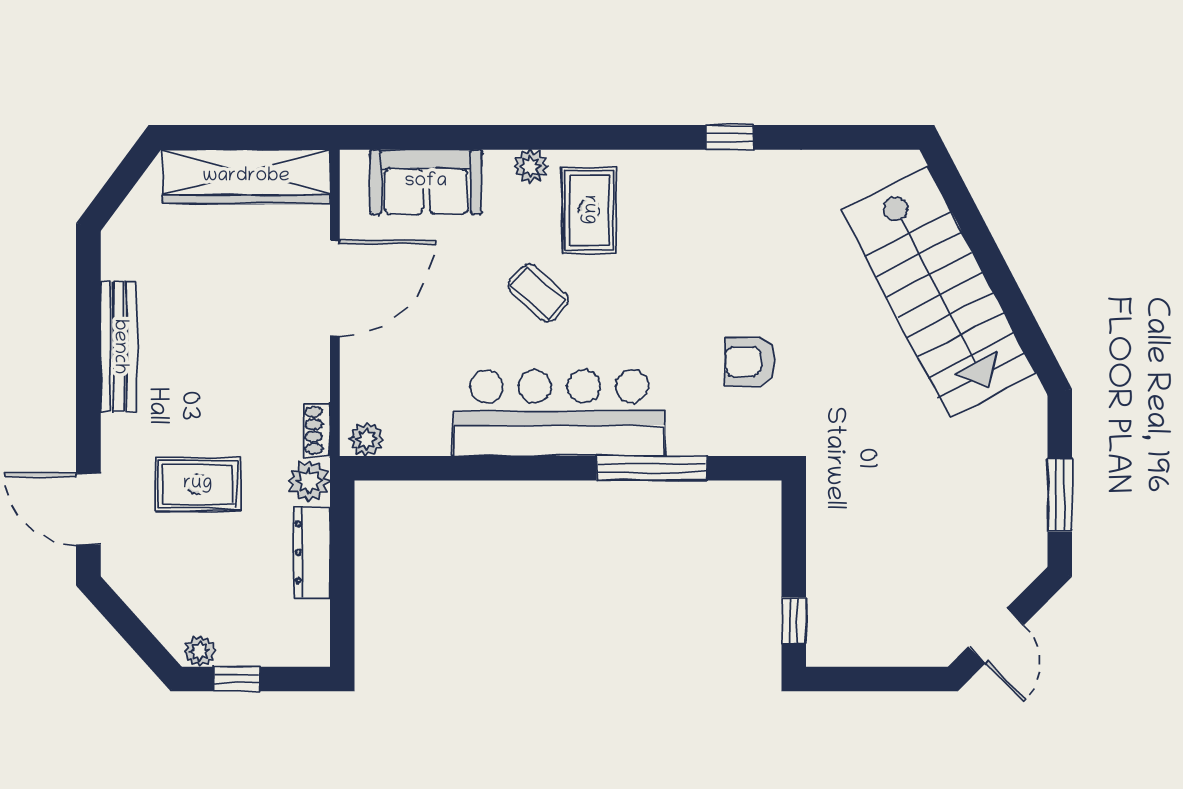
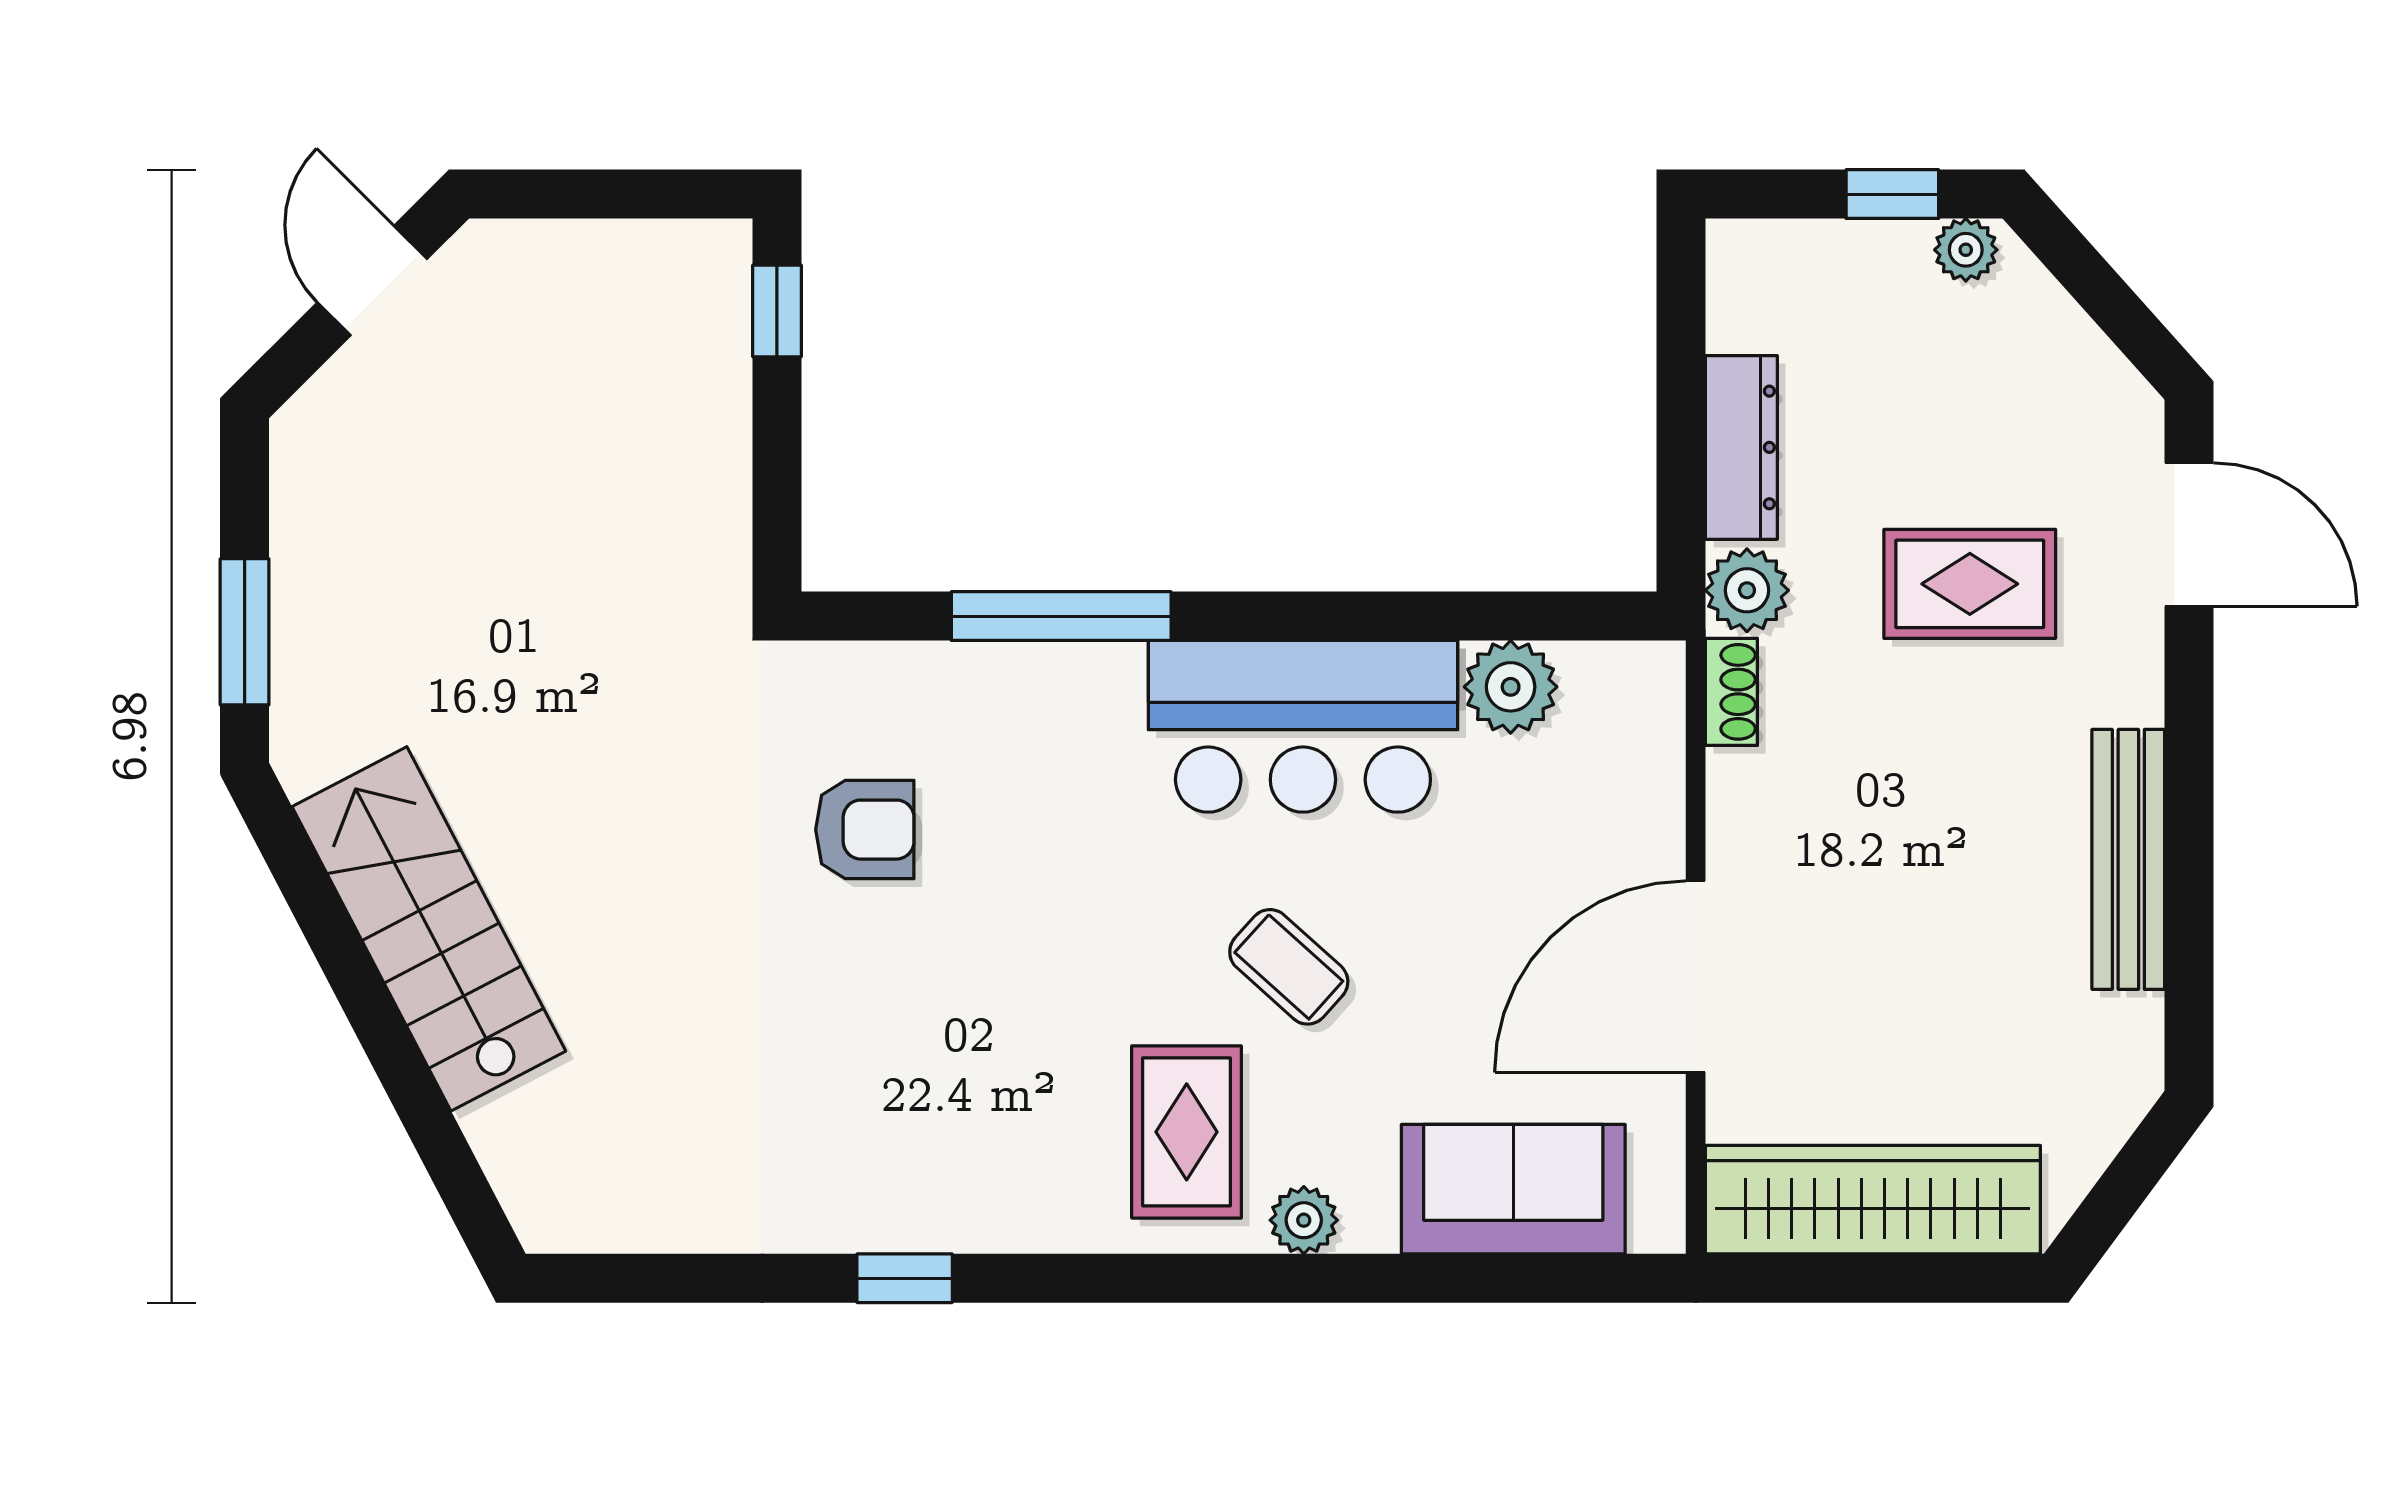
stairs: (939, 292) -> (429, 929), width x0.73, depth x0.66
bar counter: (559, 413) -> (1303, 726), width x0.73
plant: (366, 439) -> (1511, 687), moved, width x1.38, depth x1.38
window: (1060, 495) -> (245, 632), moved

